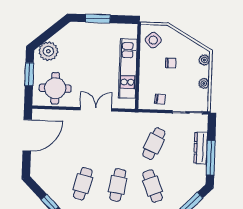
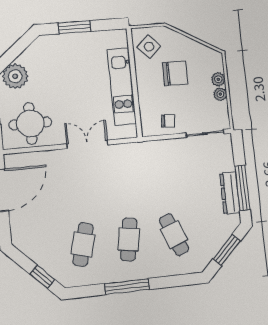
plant: (204, 60) -> (218, 79), moved
chair: (171, 63) -> (175, 73), width x1.87, depth x1.87
cafe table: (154, 144) -> (168, 179), removed
dresser: (201, 148) -> (230, 193), moved

